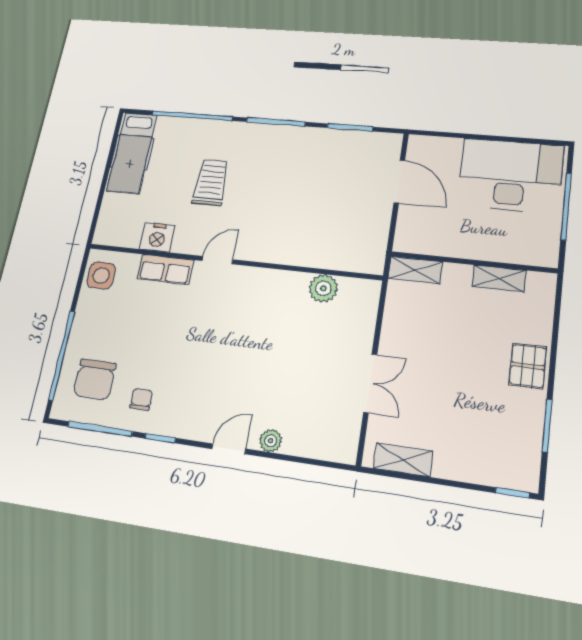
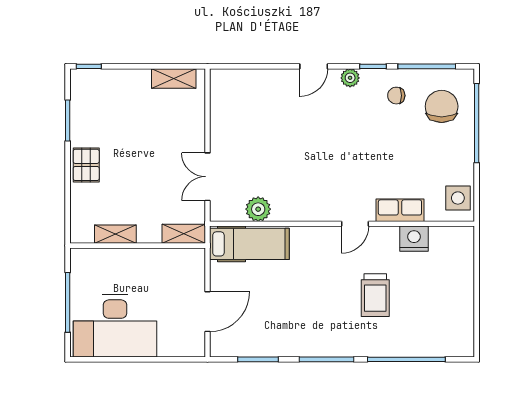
hospital bed: (132, 153) -> (249, 244), moved, turned 90
door: (399, 182) -> (208, 312), swing flipped
double door: (370, 383) -> (208, 177), moved
chair: (141, 399) -> (396, 96), turned 90
plant: (271, 441) -> (350, 78), moved

